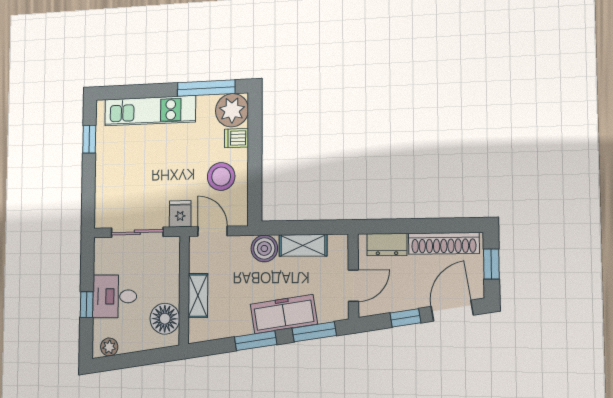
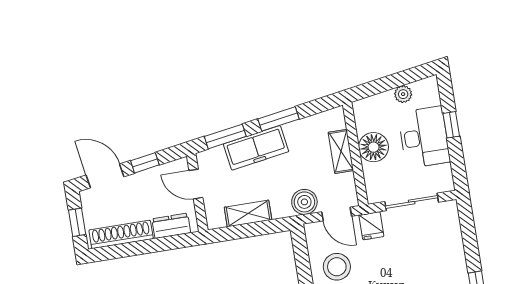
boiler: (264, 248) -> (304, 202), moved
door: (353, 286) -> (196, 184), hinge flipped
desk: (115, 296) -> (424, 137), width x1.37
door: (452, 311) -> (105, 176), swing flipped
floor lamp: (165, 319) -> (374, 147), moved
plant: (109, 347) -> (403, 94), moved

